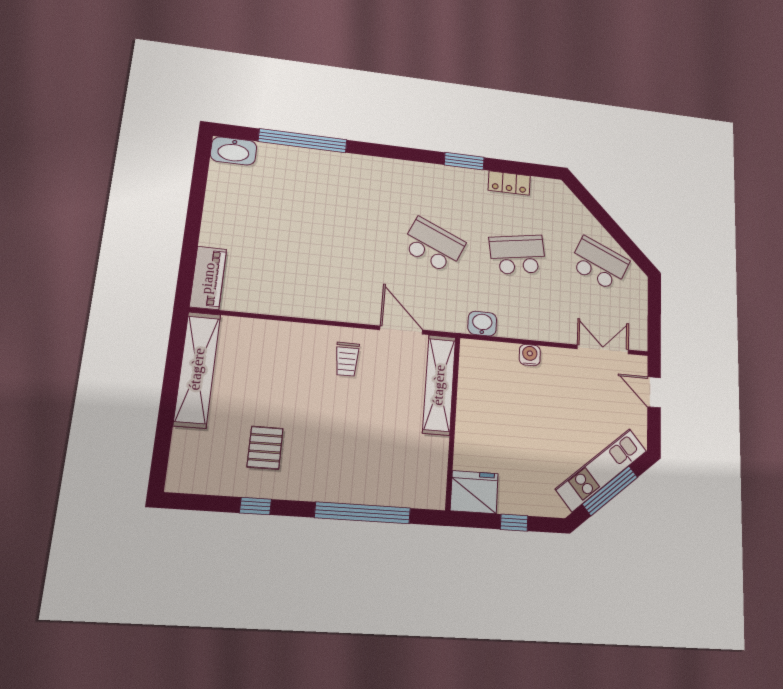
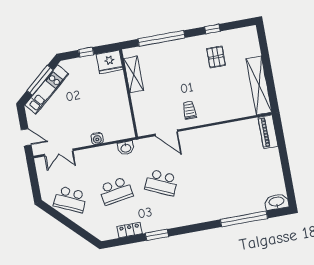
shelving: (439, 385) -> (134, 74), moved, width x0.68

